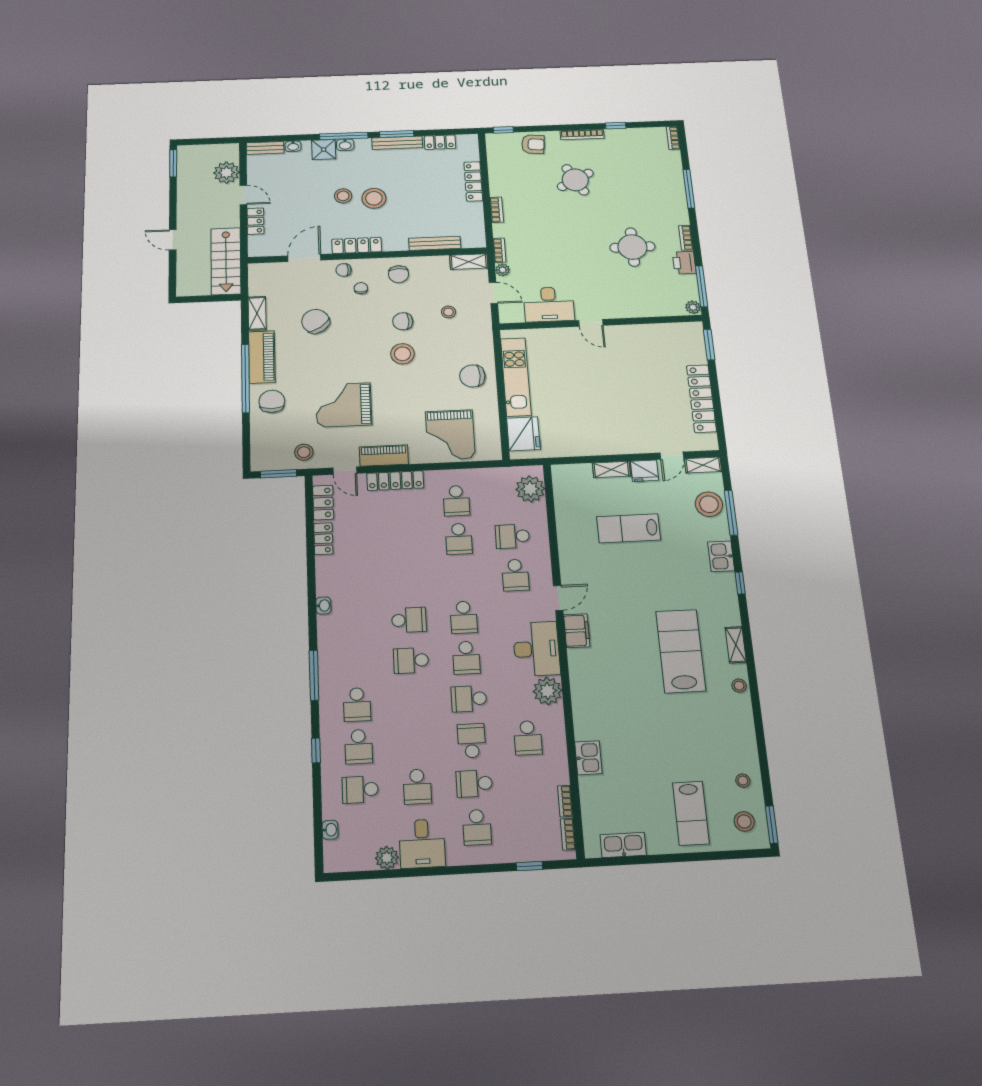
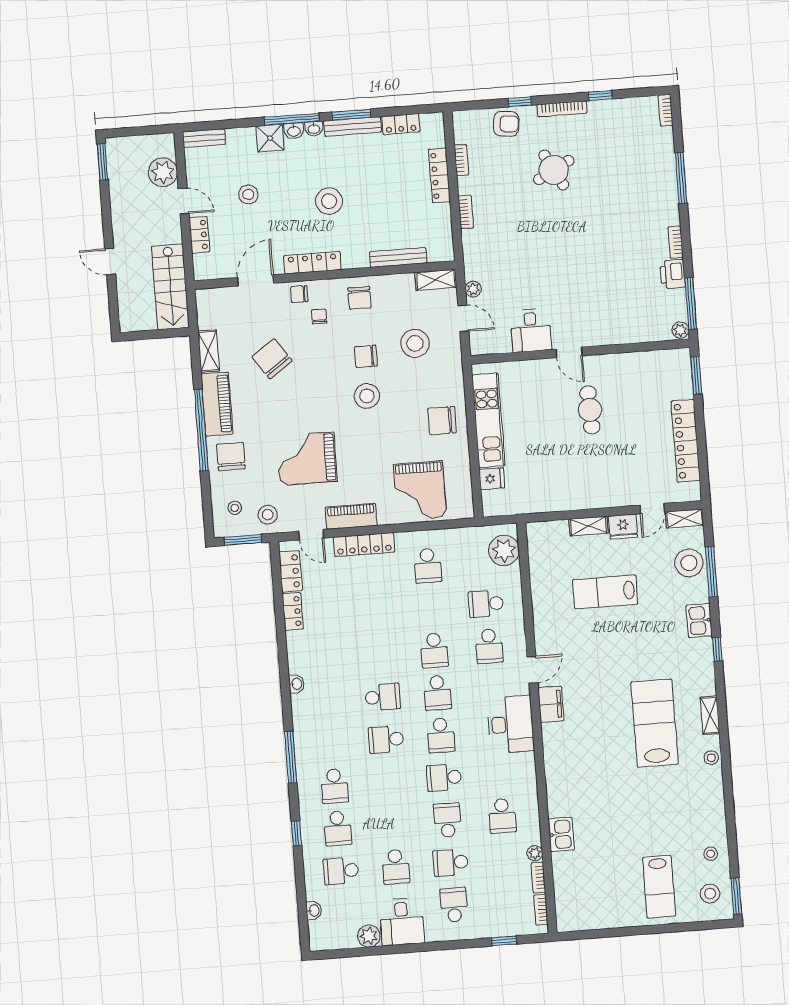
window: (503, 130) -> (520, 102), moved
washbasin: (293, 146) -> (314, 129), moved
stool: (343, 196) -> (248, 194), moved
round table: (632, 247) -> (616, 256), removed
bookcase: (499, 250) -> (461, 160), moved
desk: (549, 304) -> (531, 330), width x0.73
stool: (448, 312) -> (415, 343), width x1.89, depth x1.89
cafe table: (611, 370) -> (590, 410), added
fridge: (523, 434) -> (492, 479), width x0.53, depth x0.75
stool: (273, 445) -> (235, 508), added
school desk: (459, 539) -> (434, 650), moved
plant: (547, 691) -> (535, 853), moved, width x0.53, depth x0.53
school desk: (477, 827) -> (454, 905), turned 180
kitchen sink: (623, 845) -> (593, 919), removed

